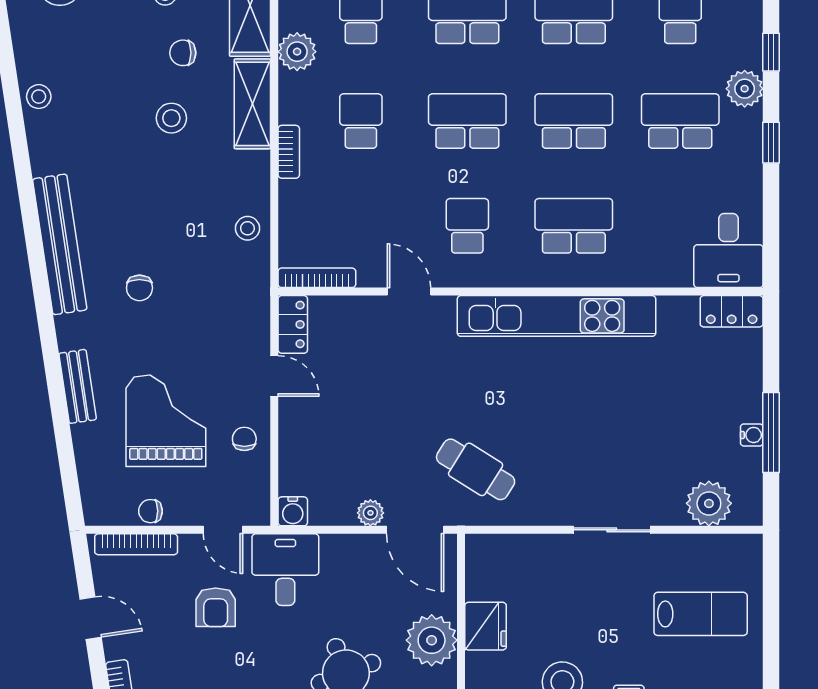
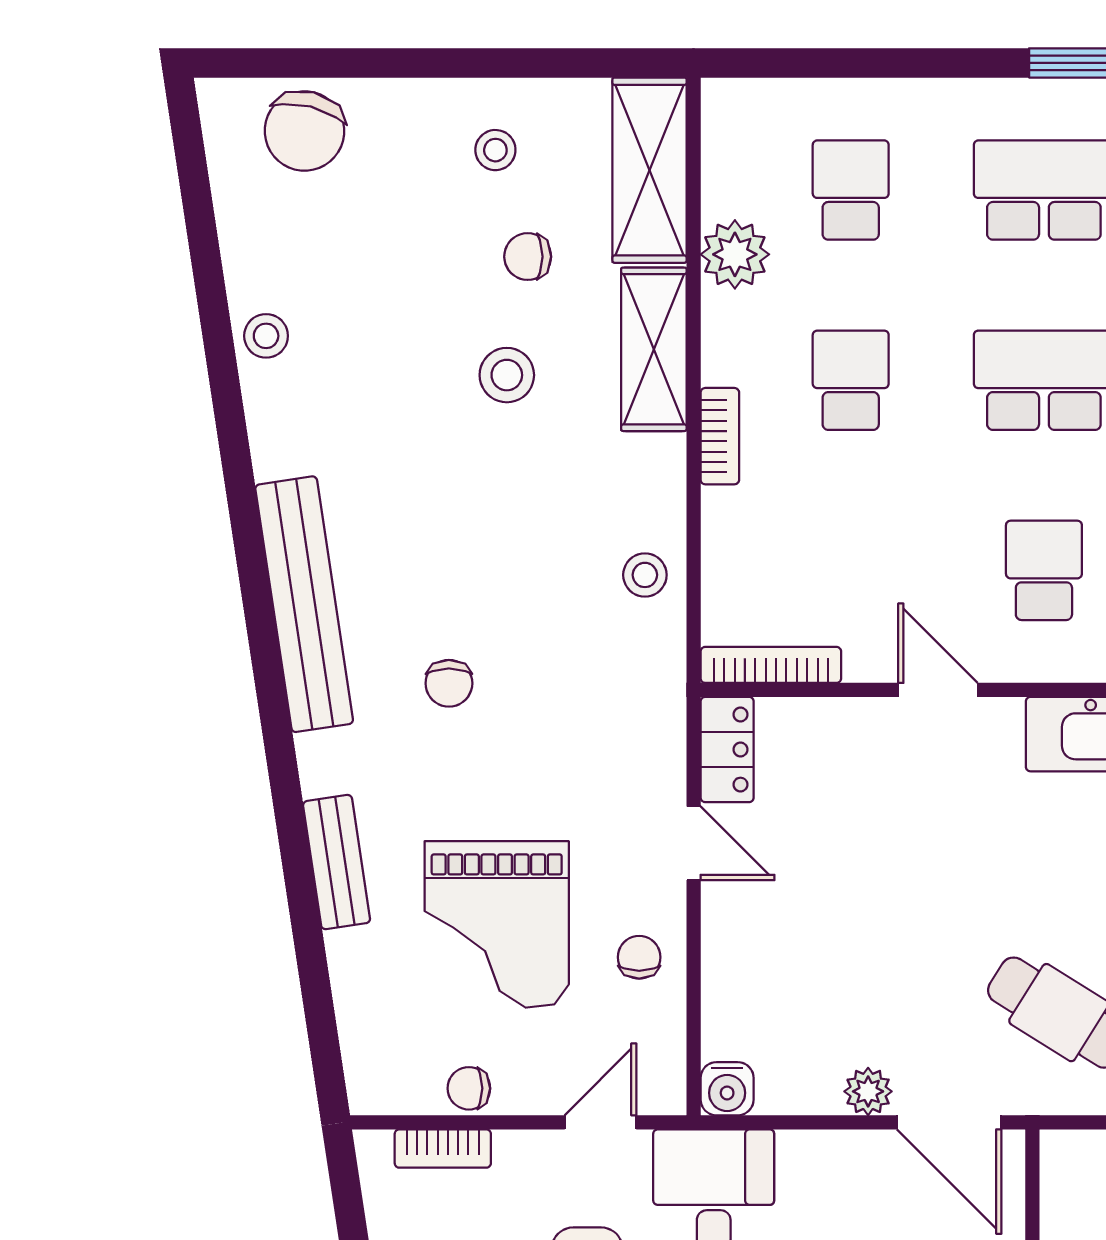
grand piano: (166, 421) -> (497, 924), turned 180
door: (223, 530) -> (601, 1122), swing flipped
bookcase: (136, 544) -> (443, 1149), width x0.64

